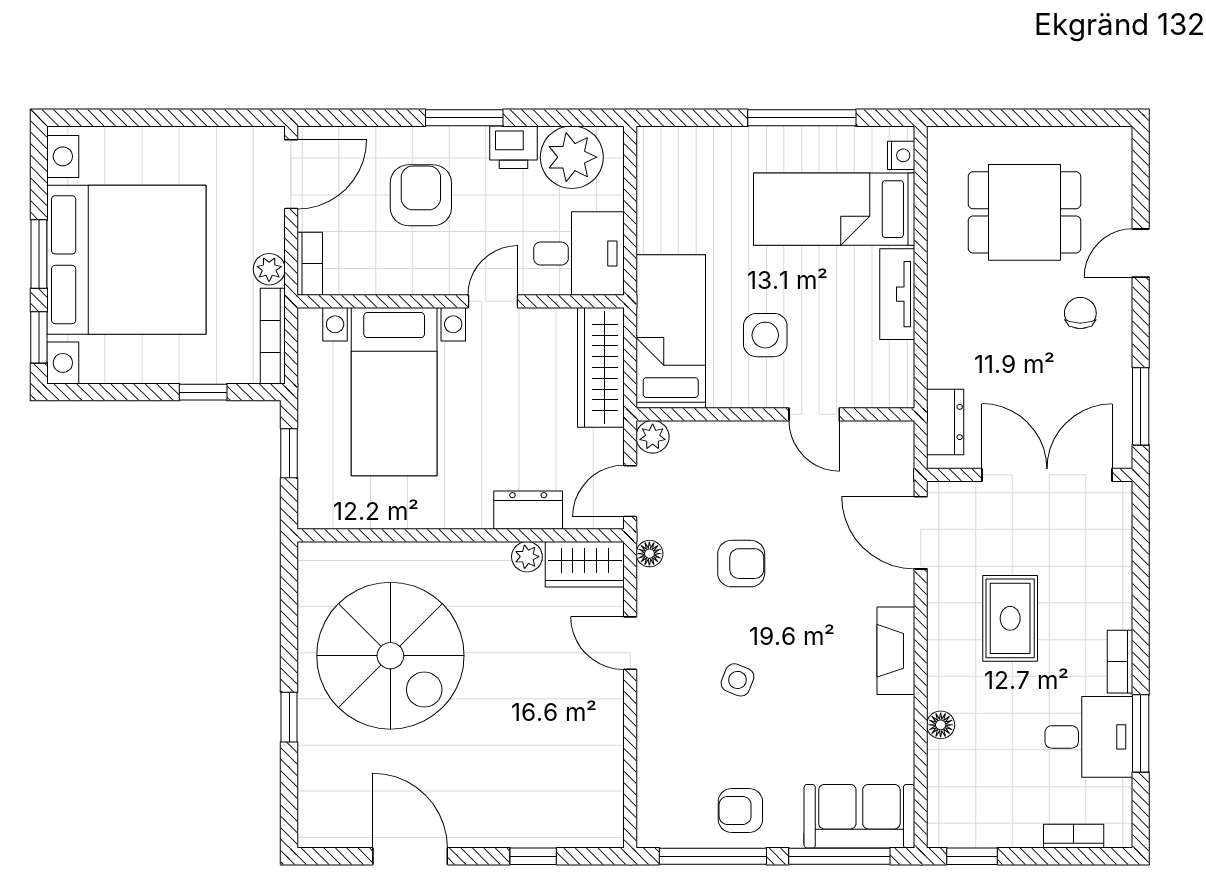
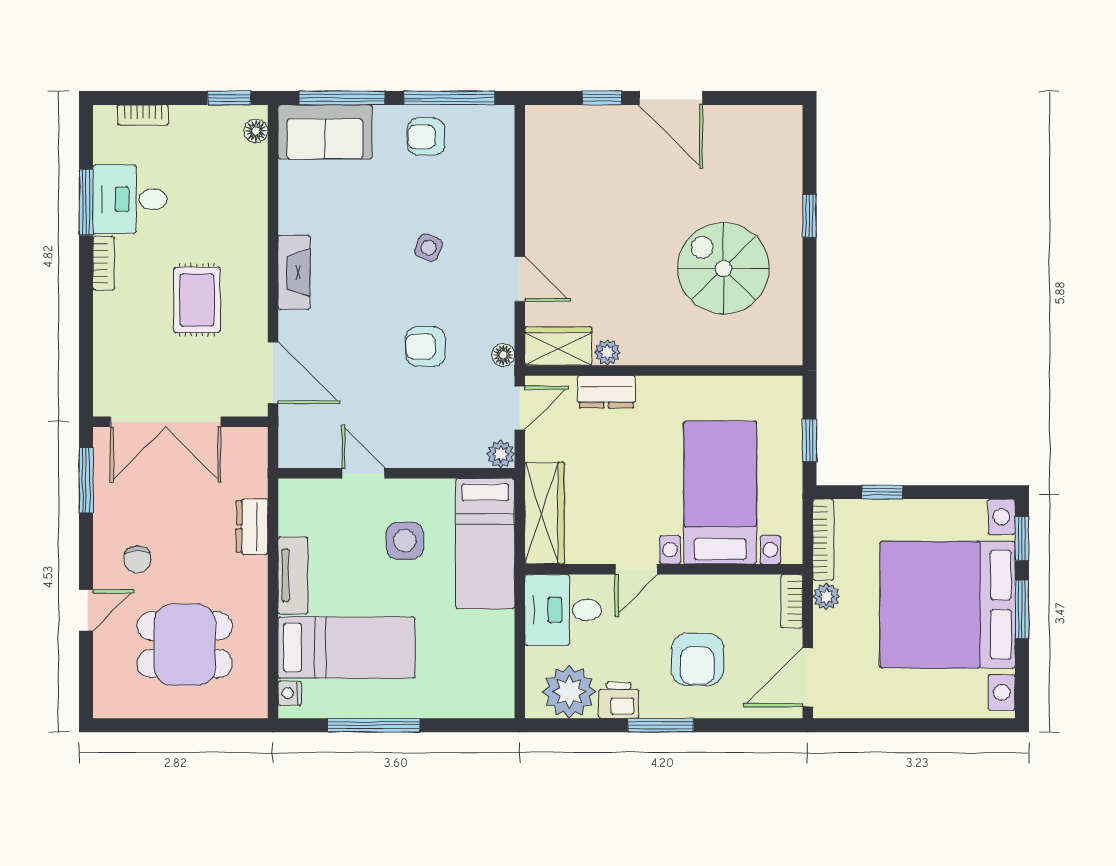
dresser: (945, 422) -> (252, 527), moved
spiral stairs: (390, 656) -> (723, 268), width x0.73, depth x0.73
floor lamp: (941, 725) -> (256, 131), moved
armchair: (740, 810) -> (426, 137), turned 180
door: (410, 856) -> (671, 98), moved

